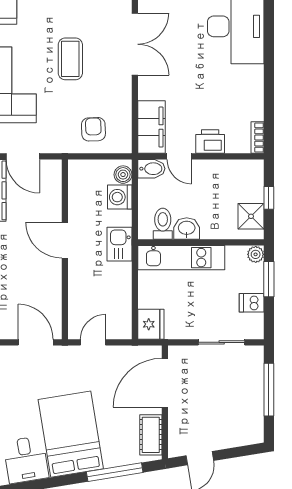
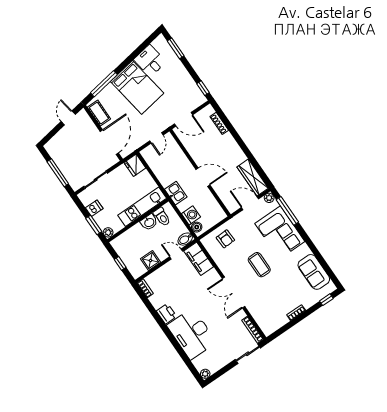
printer: (210, 141) -> (166, 314), moved, turned -90
shower: (251, 216) -> (151, 260), moved

